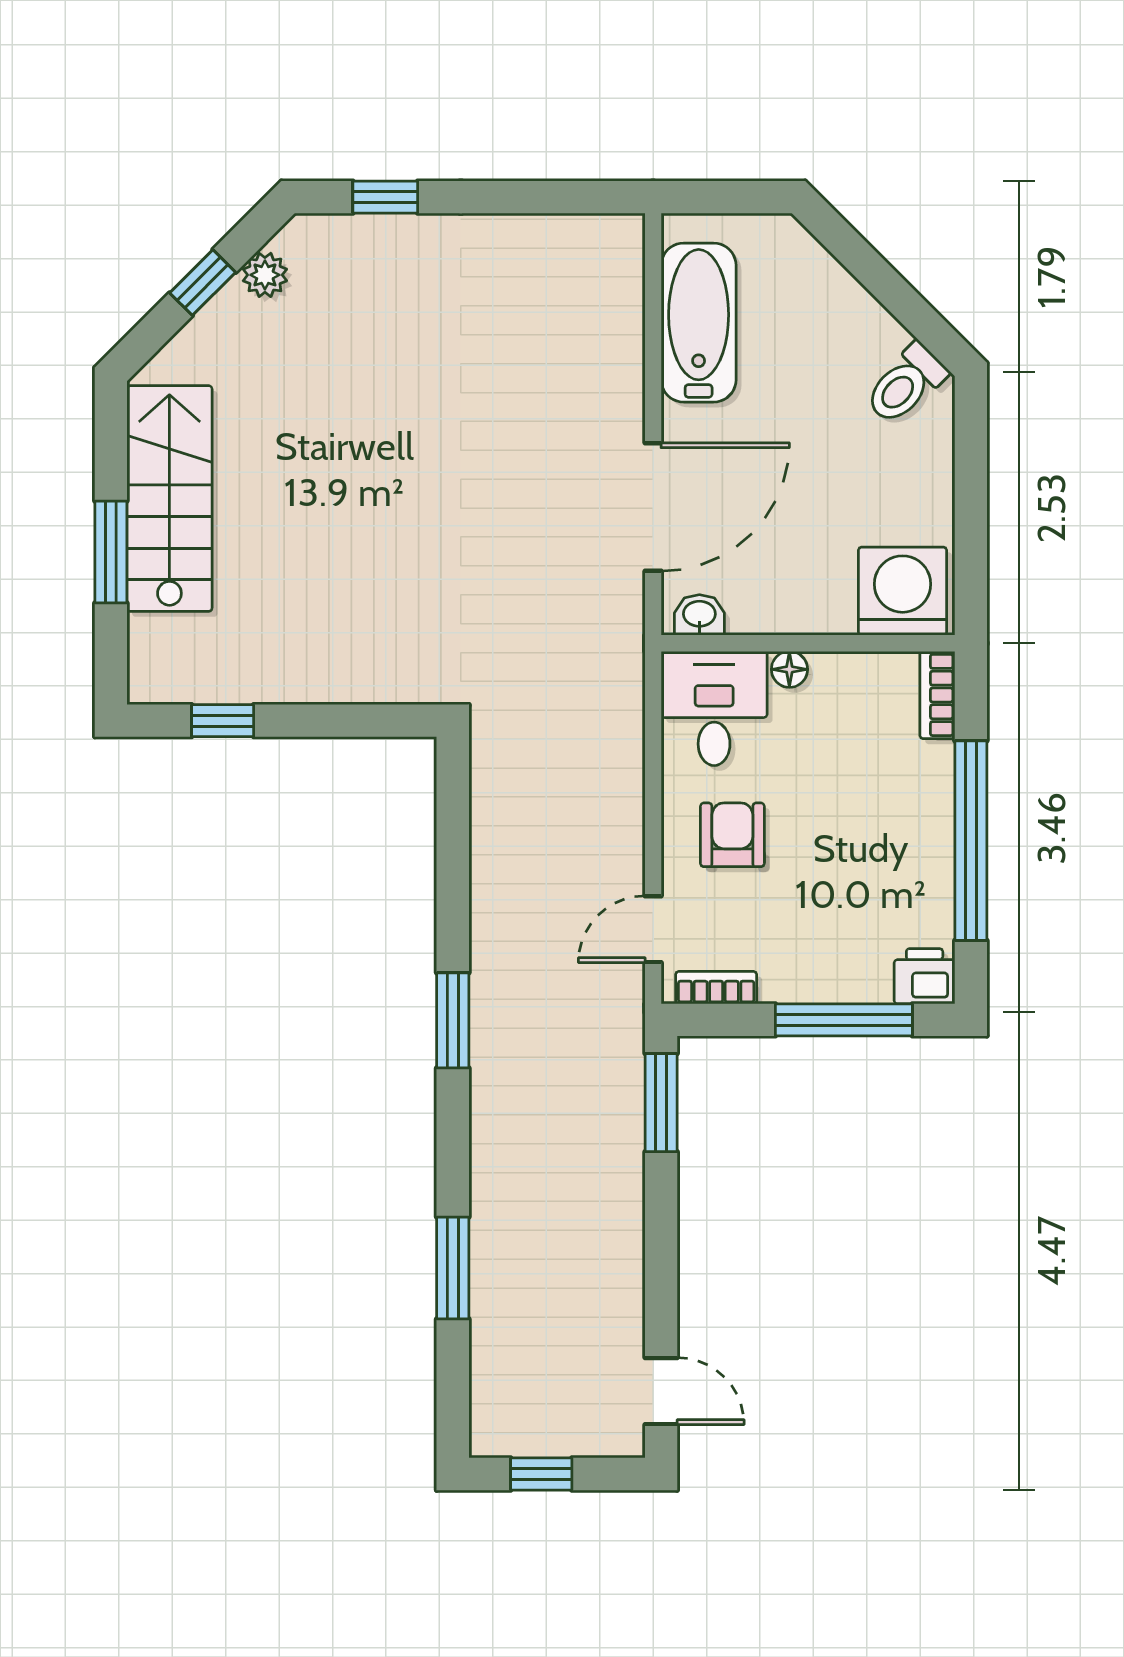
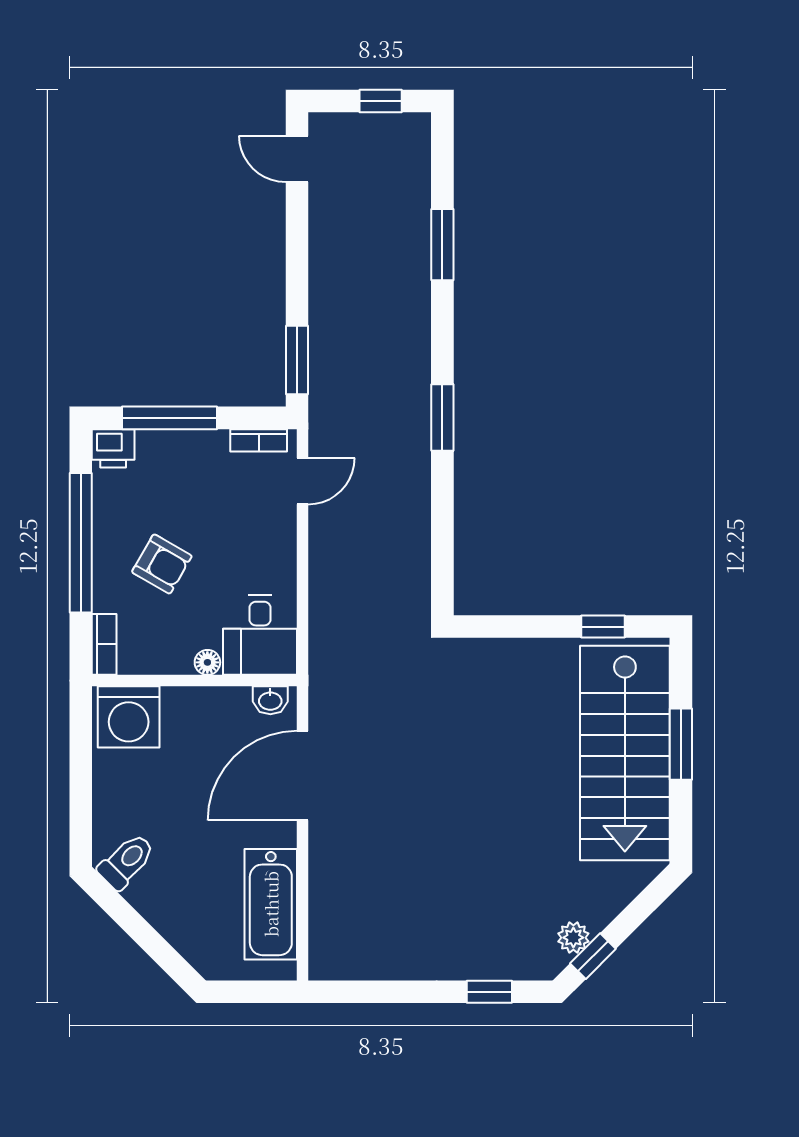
window: (203, 283) -> (593, 956), moved
stairs: (169, 499) -> (625, 753), width x1.36, depth x1.51
armchair: (732, 835) -> (162, 564), moved, turned -60

